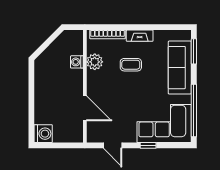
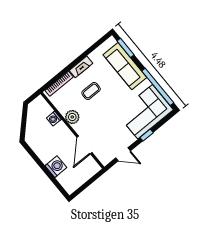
plant: (95, 62) -> (72, 117), moved
door: (85, 108) -> (84, 145), swing flipped
washing machine: (43, 134) -> (56, 167), moved

